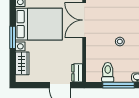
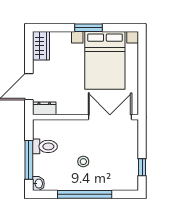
wardrobe: (22, 63) -> (41, 46), moved, turned -90

